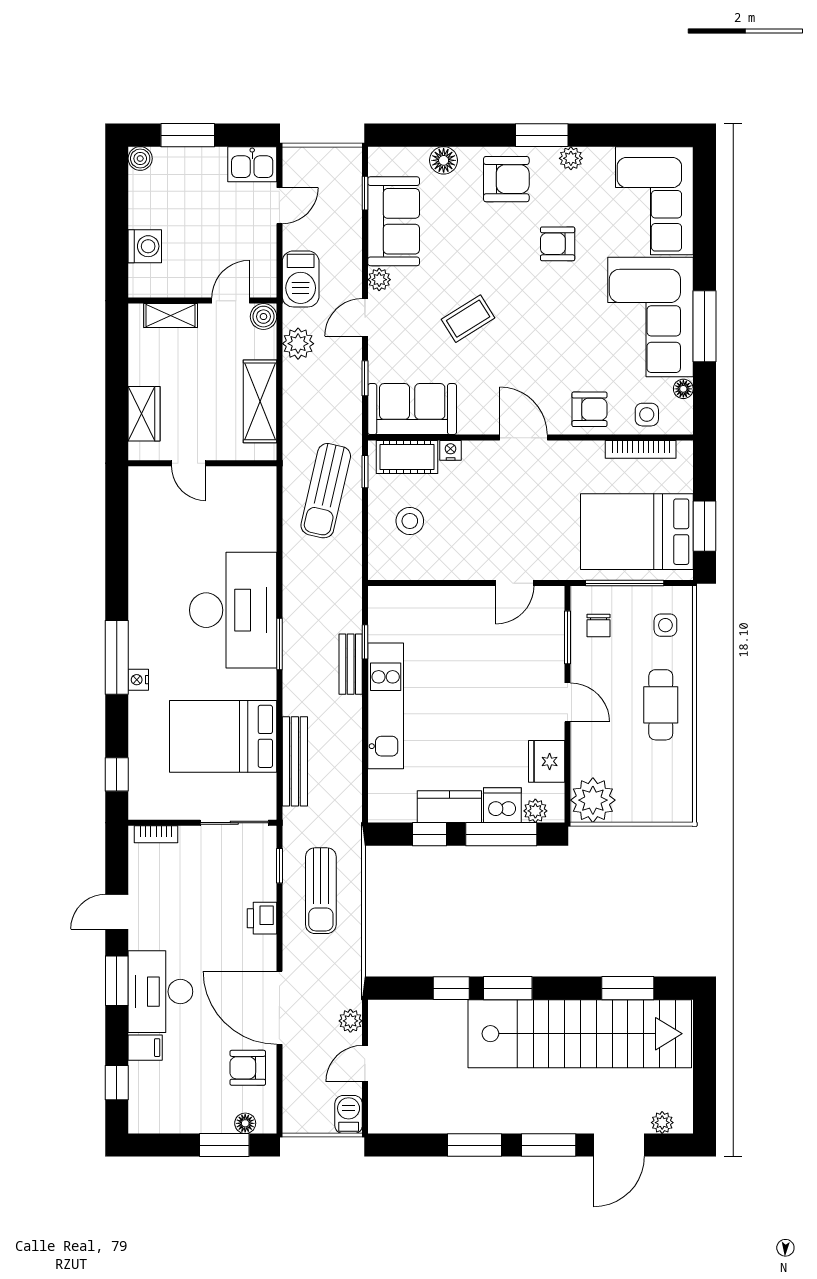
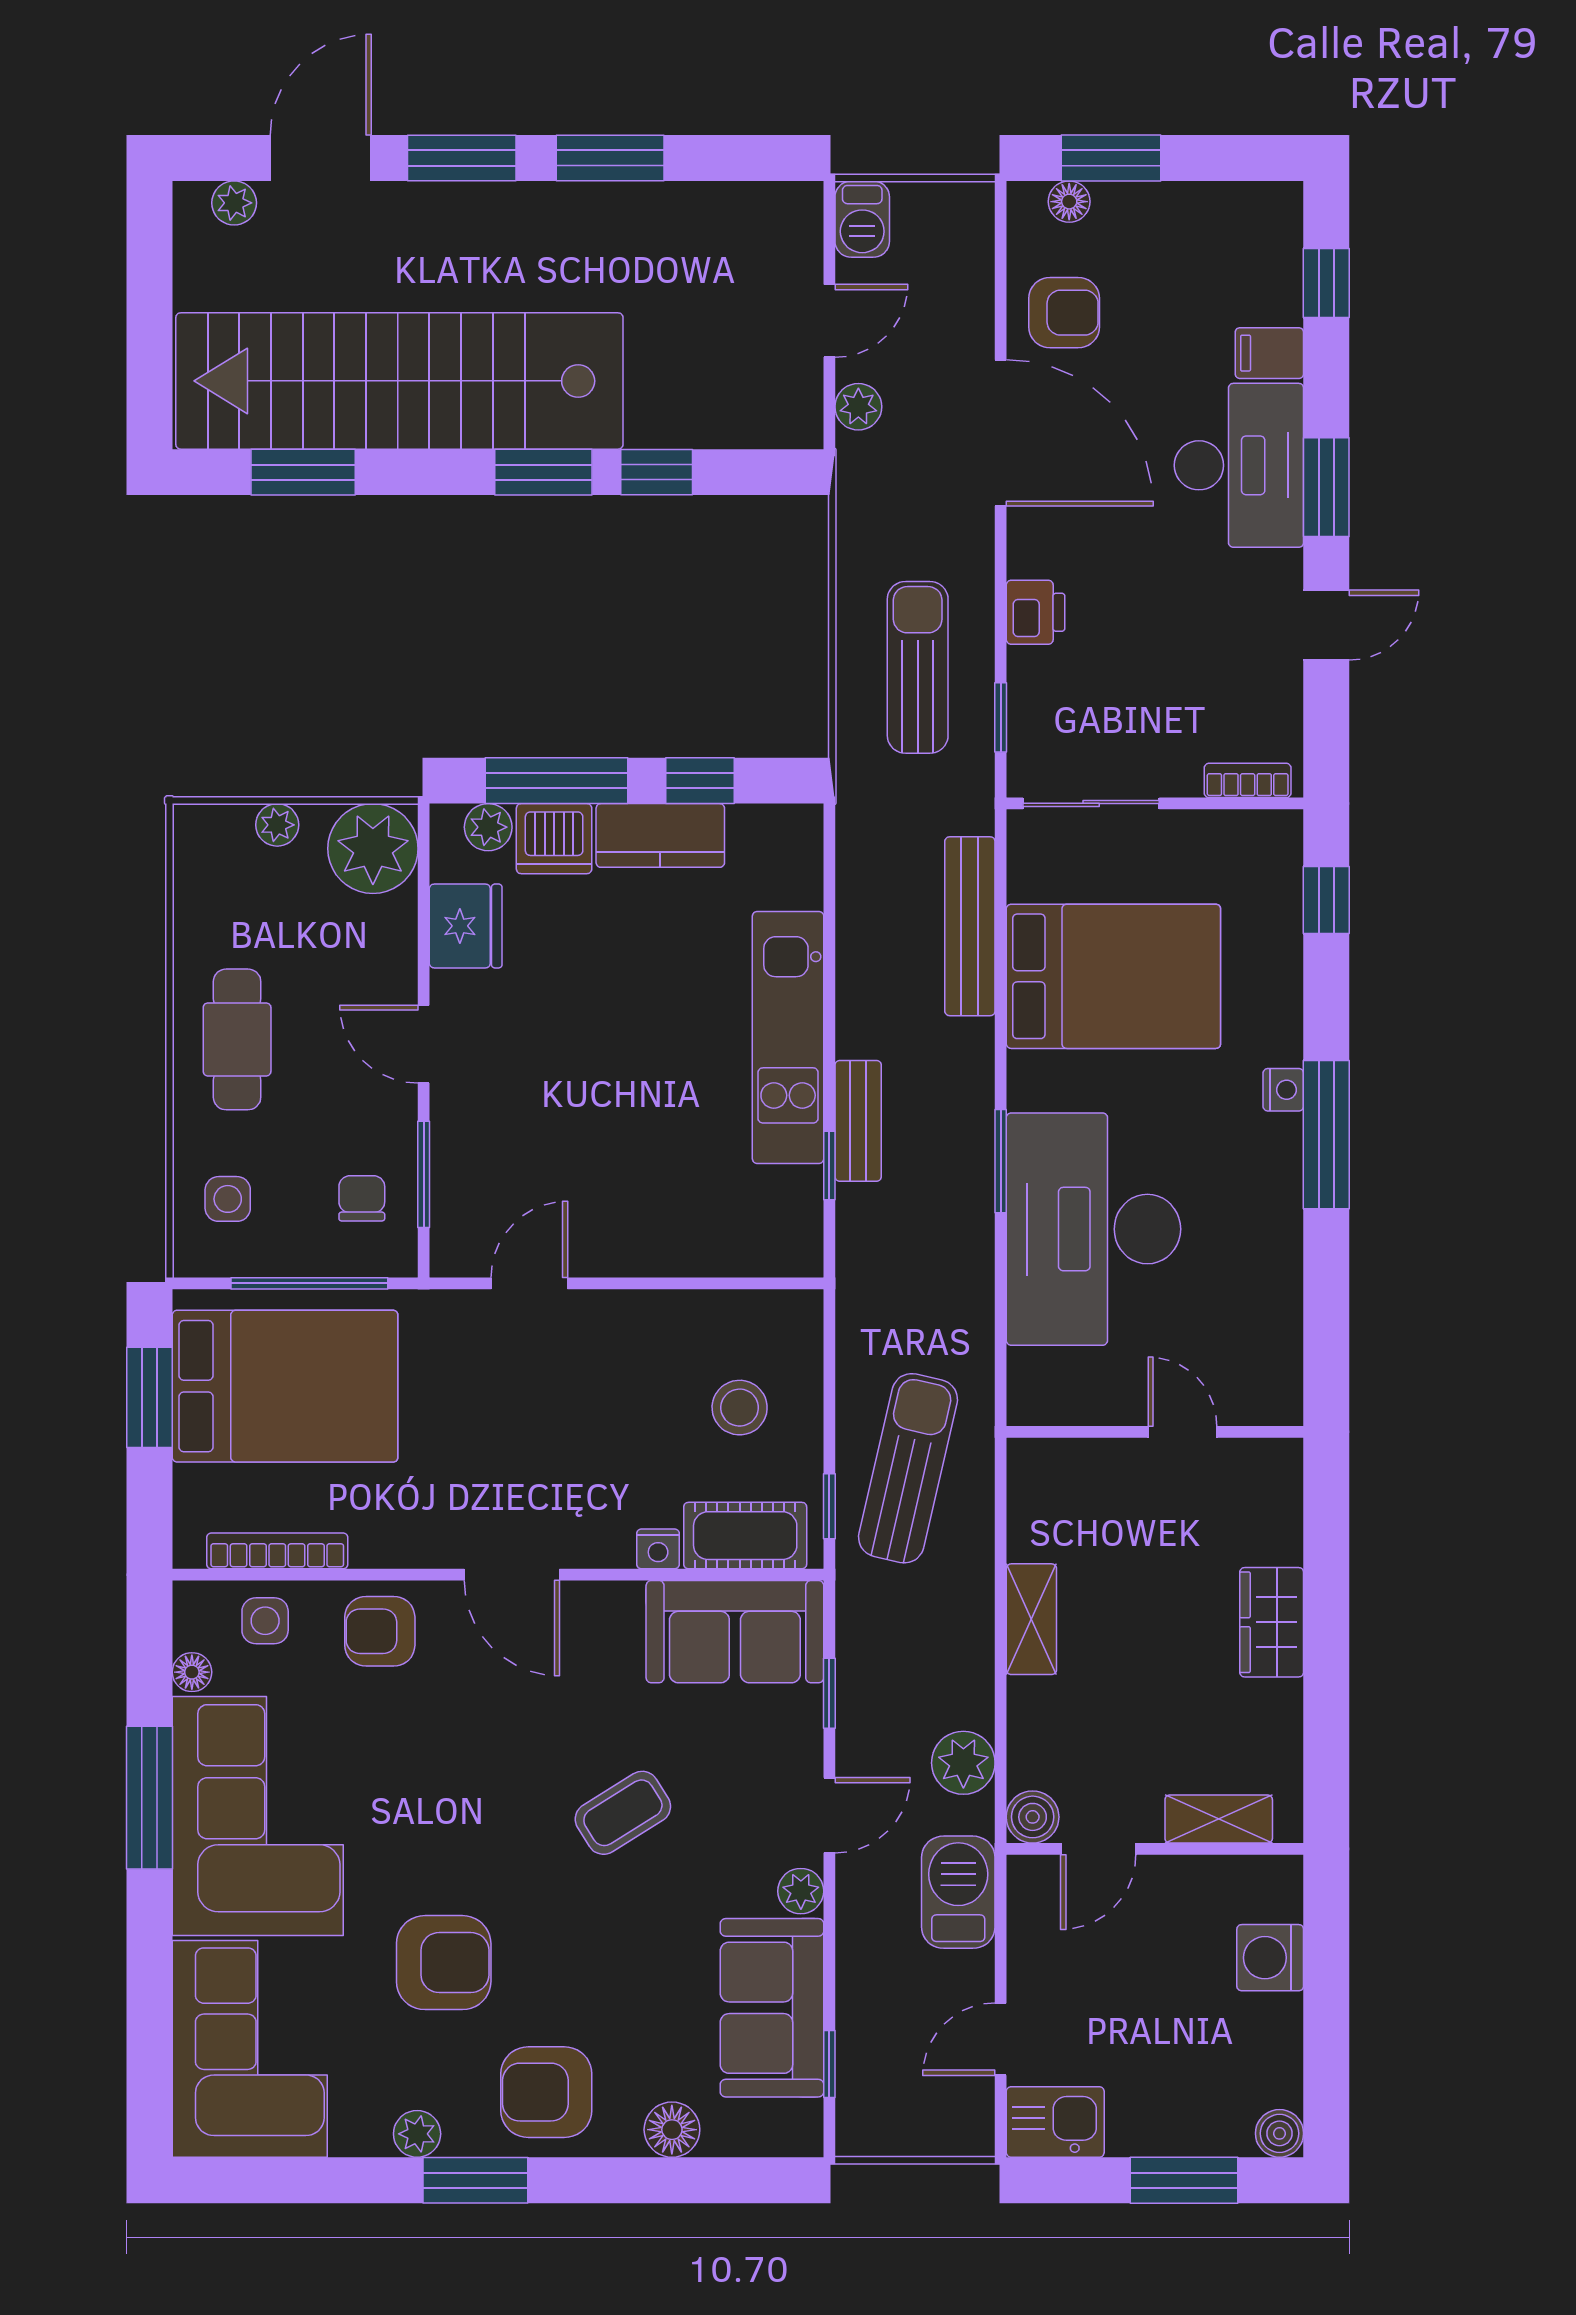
armchair: (558, 244) -> (444, 1963), width x1.38, depth x1.38
shelving: (260, 401) -> (1031, 1619), width x0.67, depth x0.75
door: (189, 463) -> (1182, 1432), moved
wall: (202, 463) -> (1155, 1432), moved
plant: (641, 812) -> (277, 825), added

